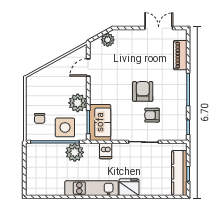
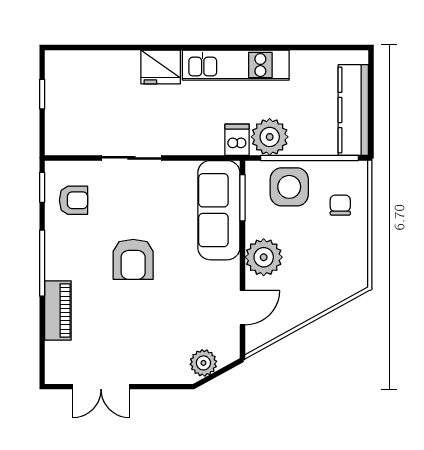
piano: (180, 55) -> (58, 310), moved
plant: (78, 103) -> (264, 257), moved
armchair: (152, 115) -> (74, 200), moved
sofa: (100, 122) -> (219, 210), width x1.36
dishwasher: (106, 151) -> (237, 140), moved
kitchen counter: (179, 173) -> (353, 110), moved, turned 180

